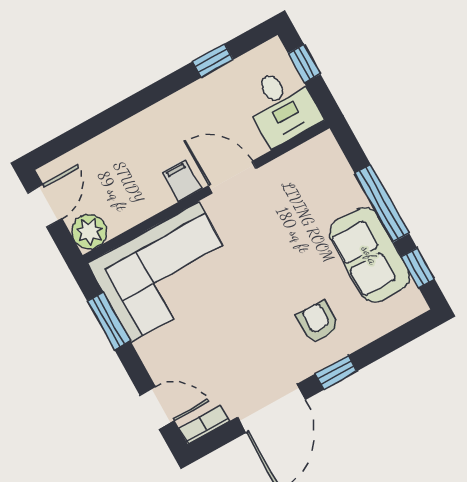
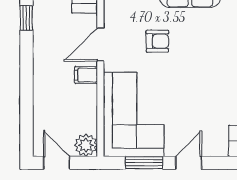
armchair: (318, 322) -> (157, 41), moved, turned 180
door: (157, 408) -> (189, 163), moved

